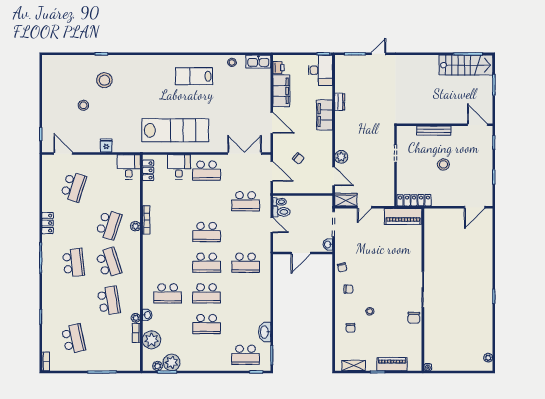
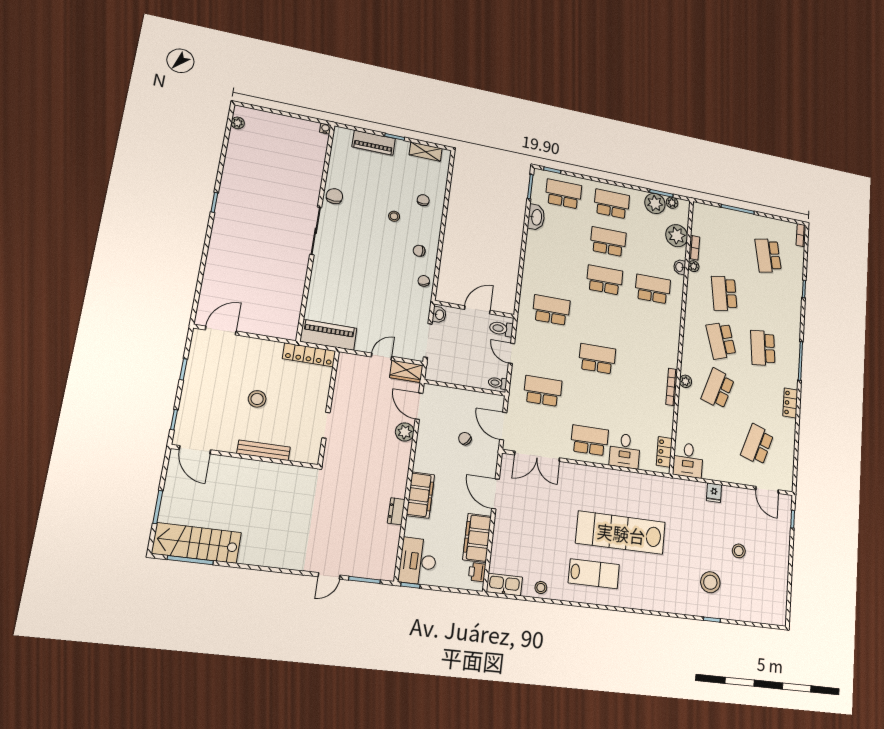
lab bench: (175, 130) -> (621, 533), moved
toilet: (281, 212) -> (501, 329), moved
school desk: (207, 263) -> (612, 204), moved

